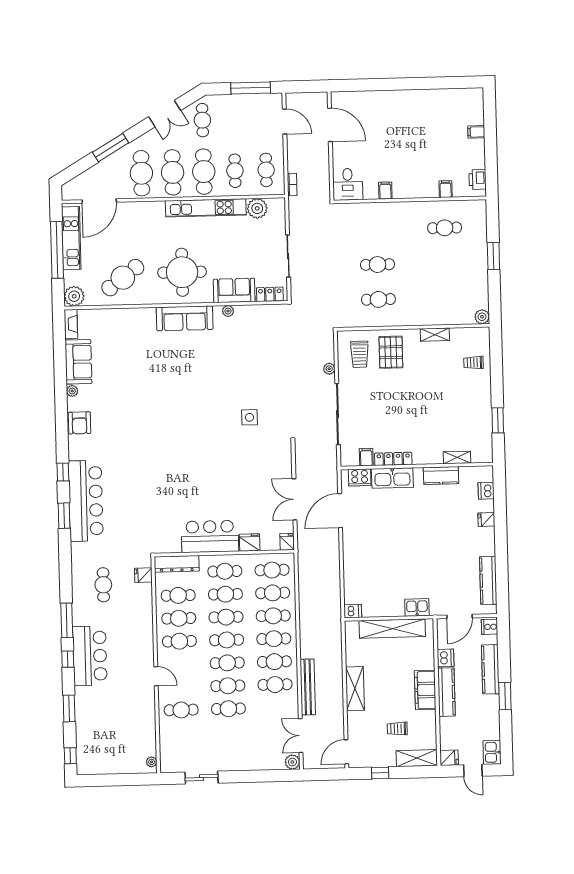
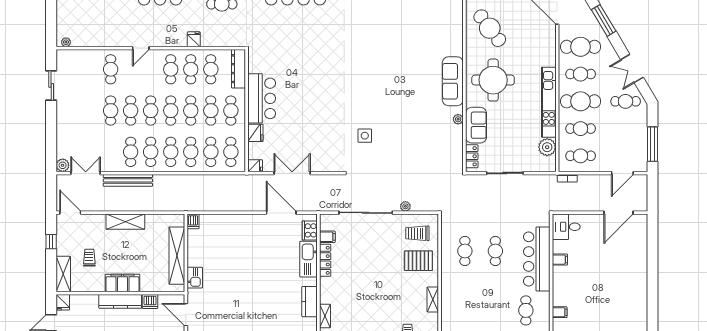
cafe table: (173, 172) -> (581, 74), width x0.73, depth x0.74
bar counter: (385, 217) -> (537, 259), added
fridge: (143, 575) -> (194, 39), moved

